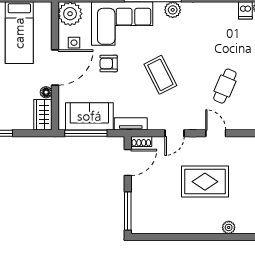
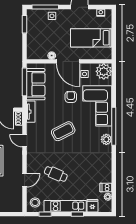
wardrobe: (43, 115) -> (37, 53), removed
door: (216, 133) -> (25, 180), moved

